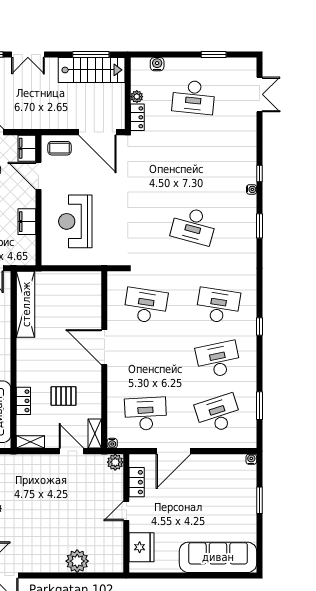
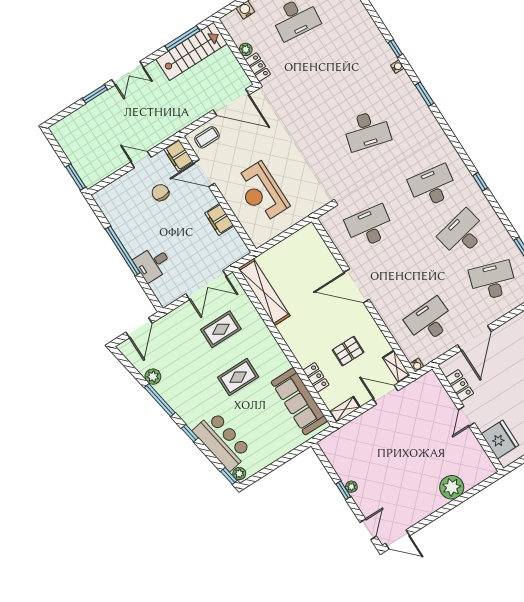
desk: (218, 414) -> (493, 281), turned 36
plant: (115, 462) -> (430, 380), removed

